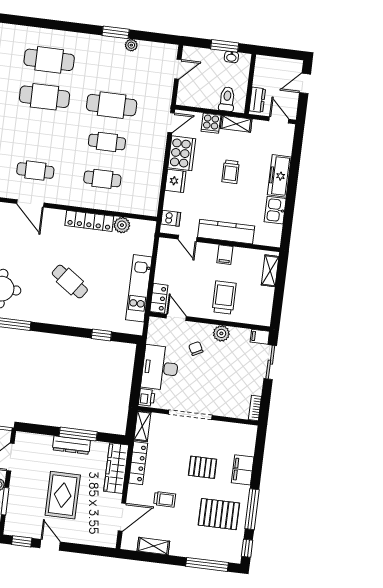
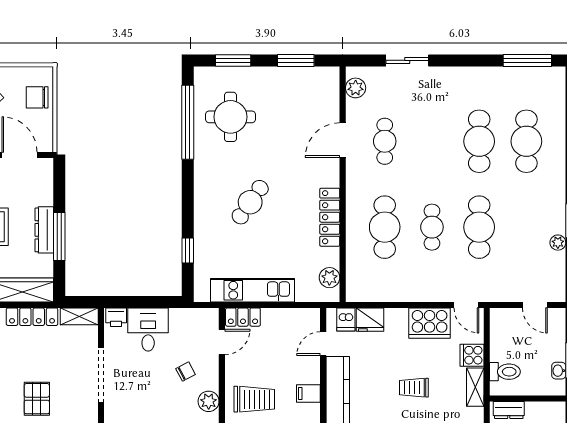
cafe table: (102, 179) -> (385, 227), width x1.37, depth x1.35
fridge: (175, 181) -> (370, 320), moved
plant: (122, 225) -> (329, 278), moved
desk: (160, 368) -> (148, 330), width x0.73

